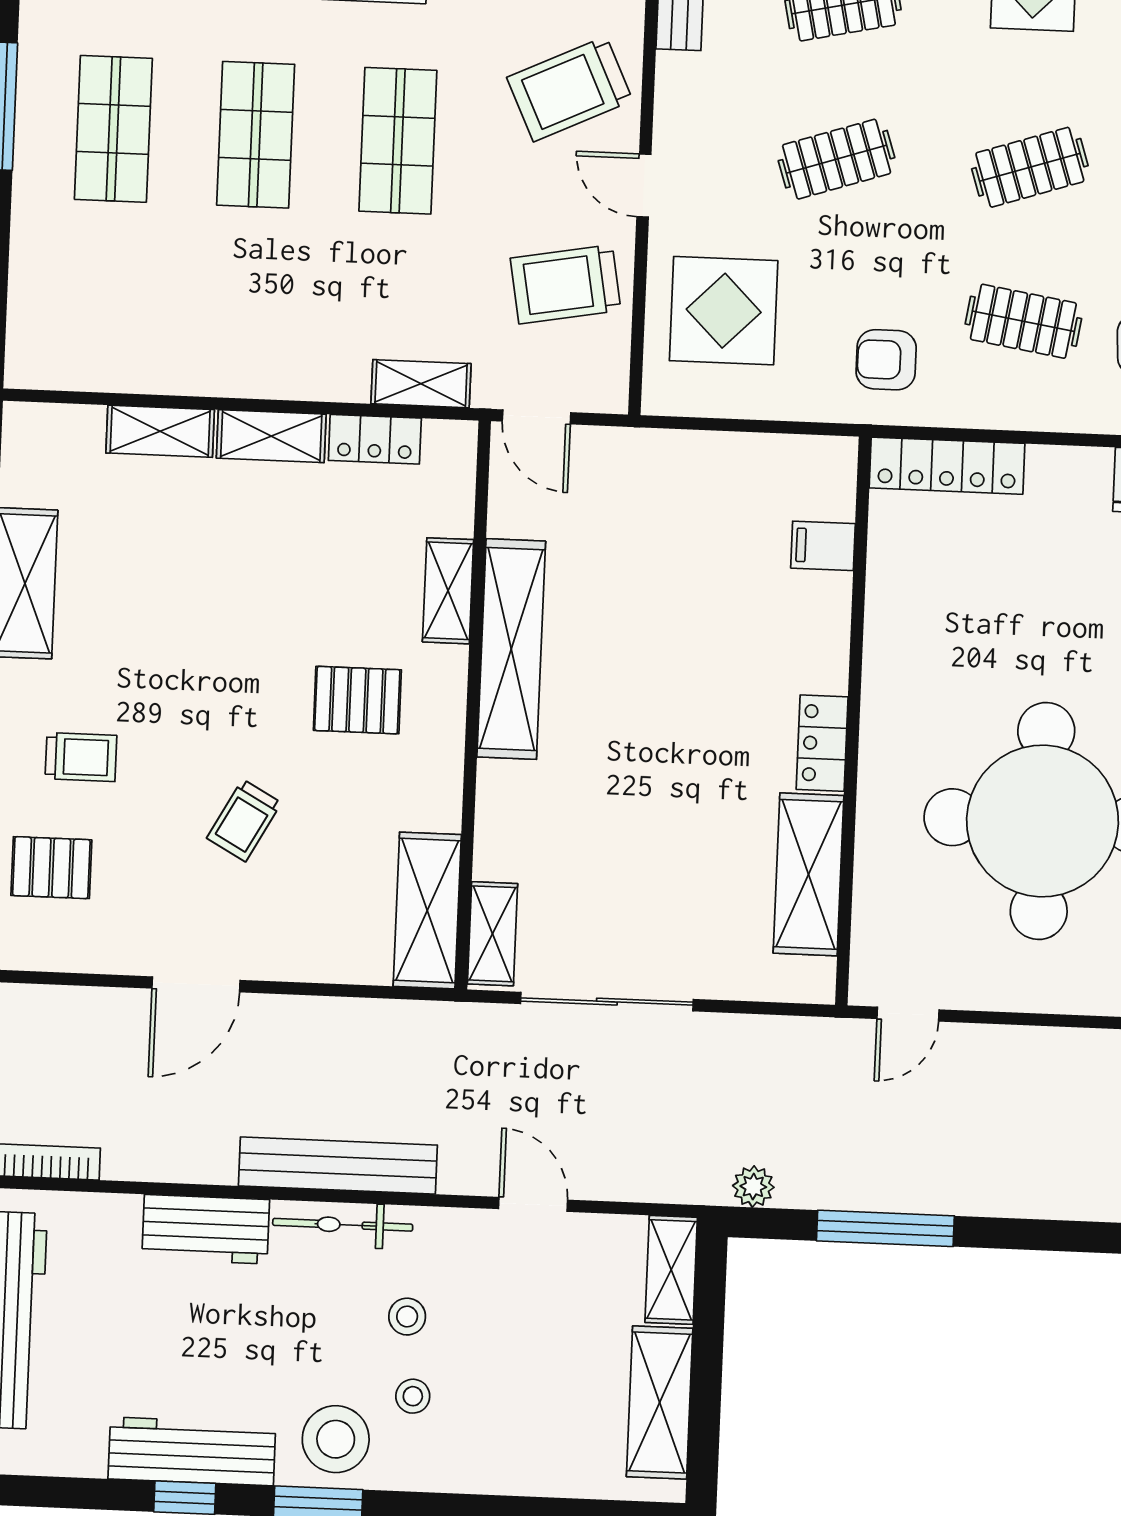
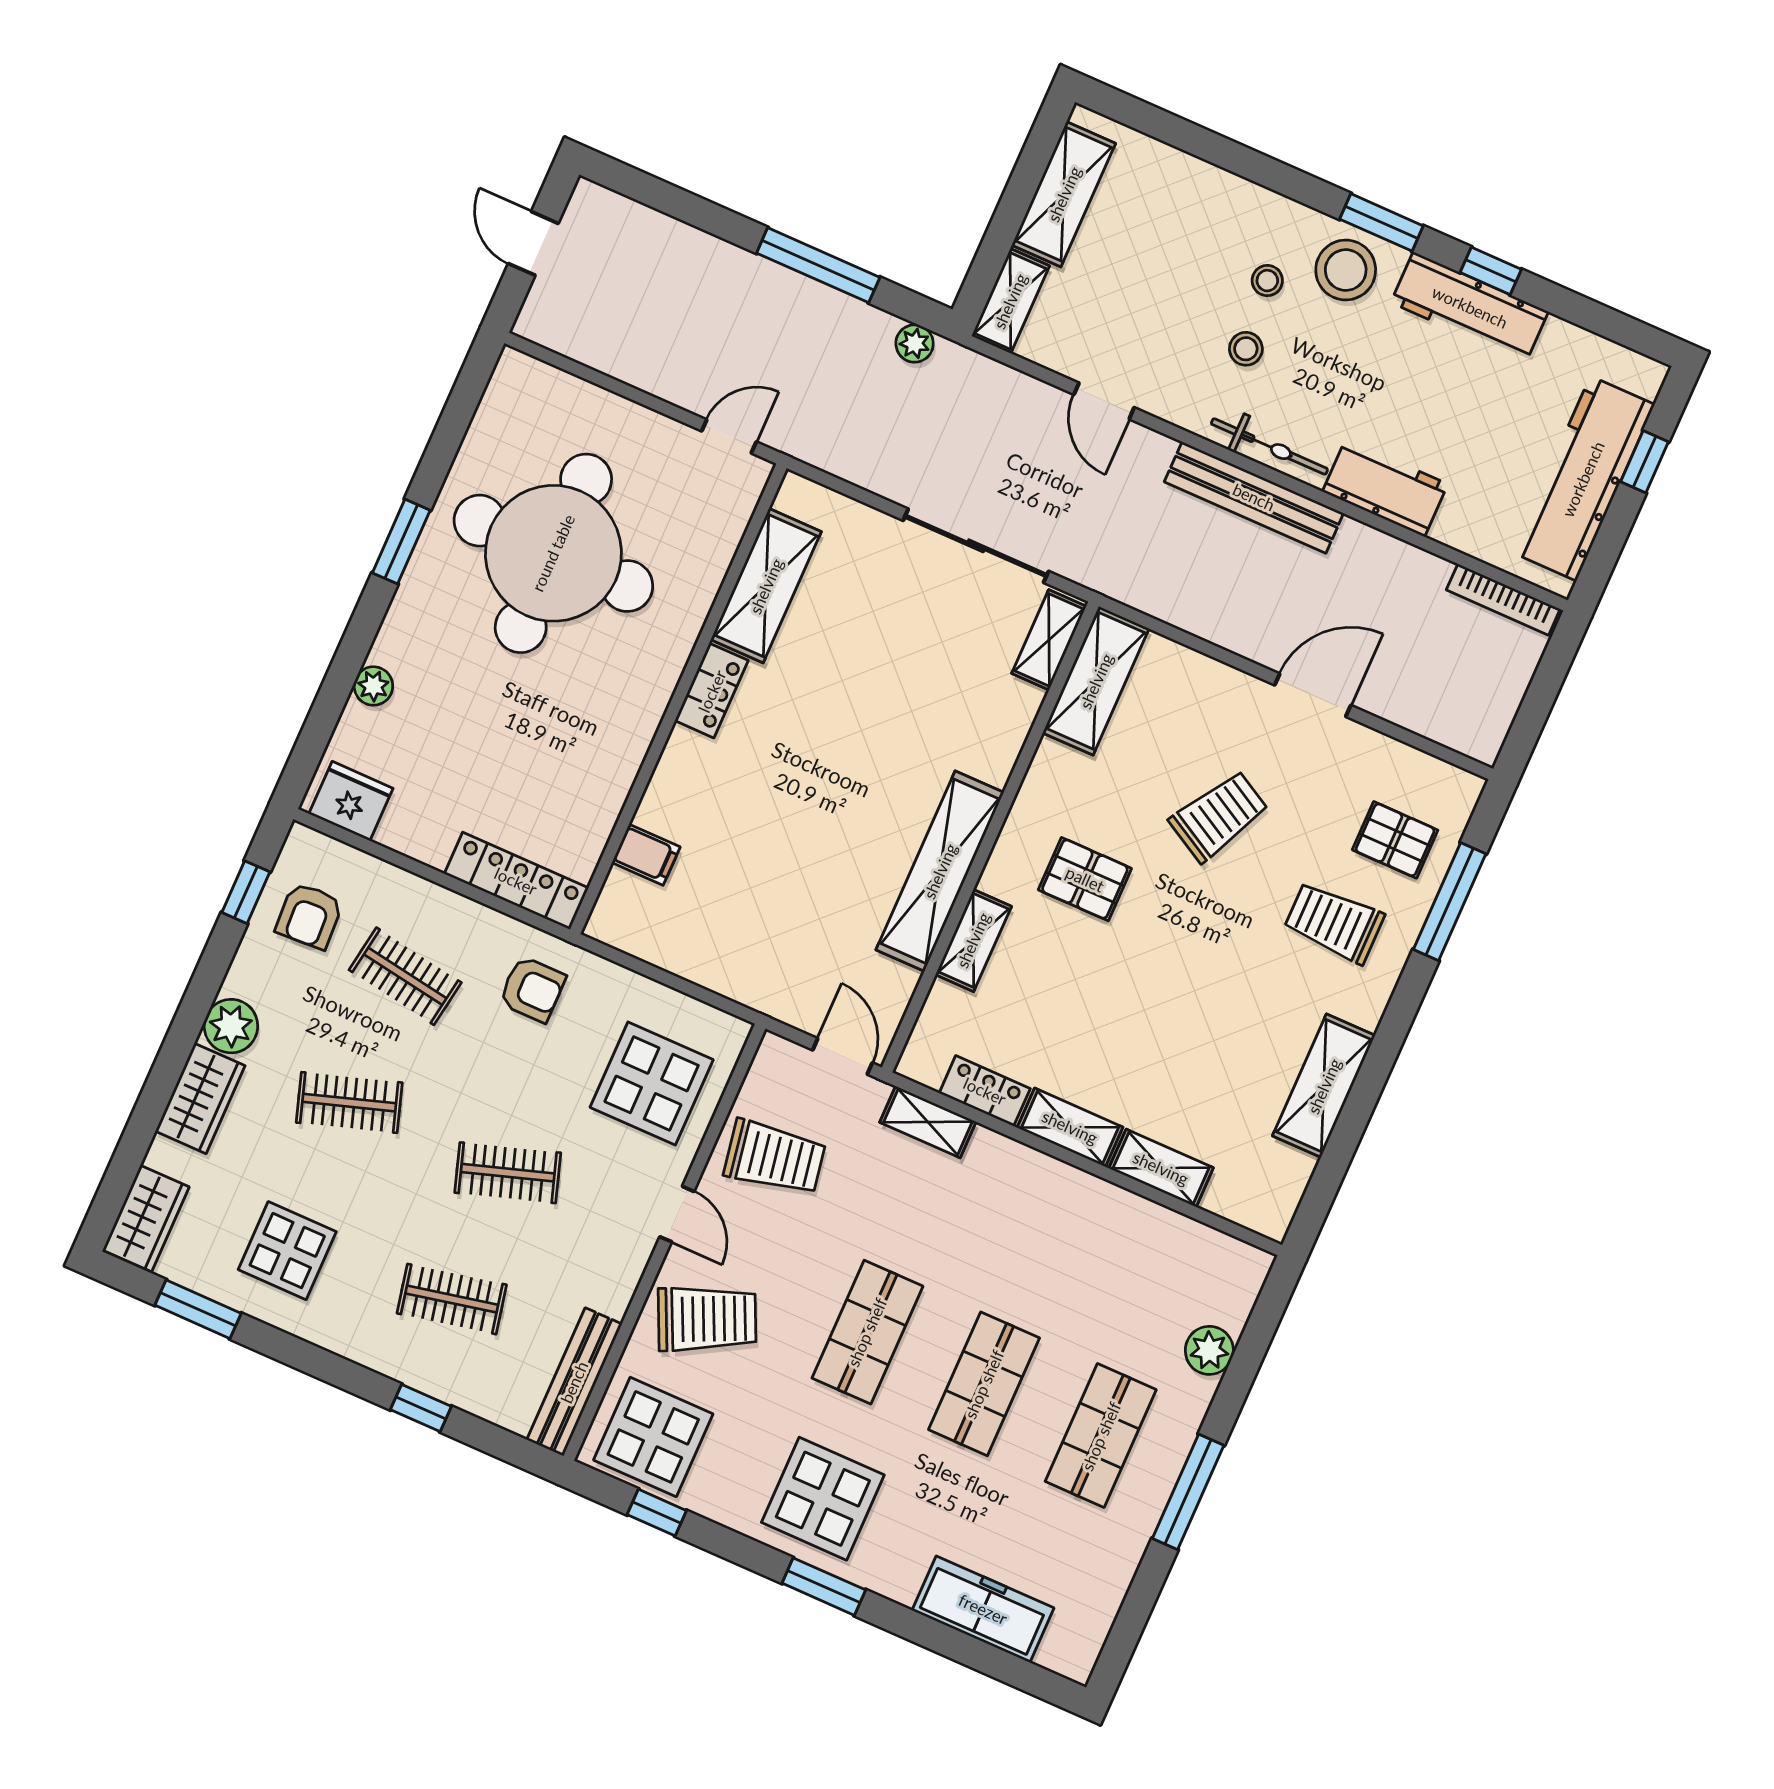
plant: (35, 262) -> (1209, 1350), added
trolley: (81, 757) -> (1334, 922), width x1.36, depth x1.39
trolley: (244, 820) -> (1219, 816), width x1.36, depth x1.39

